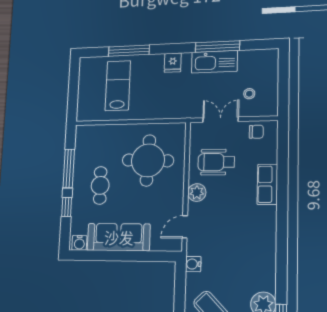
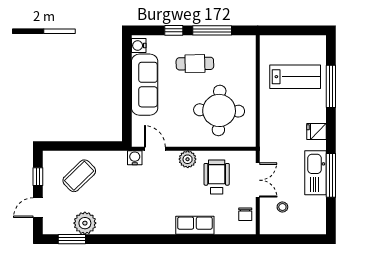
water cooler: (193, 264) -> (135, 158), moved

